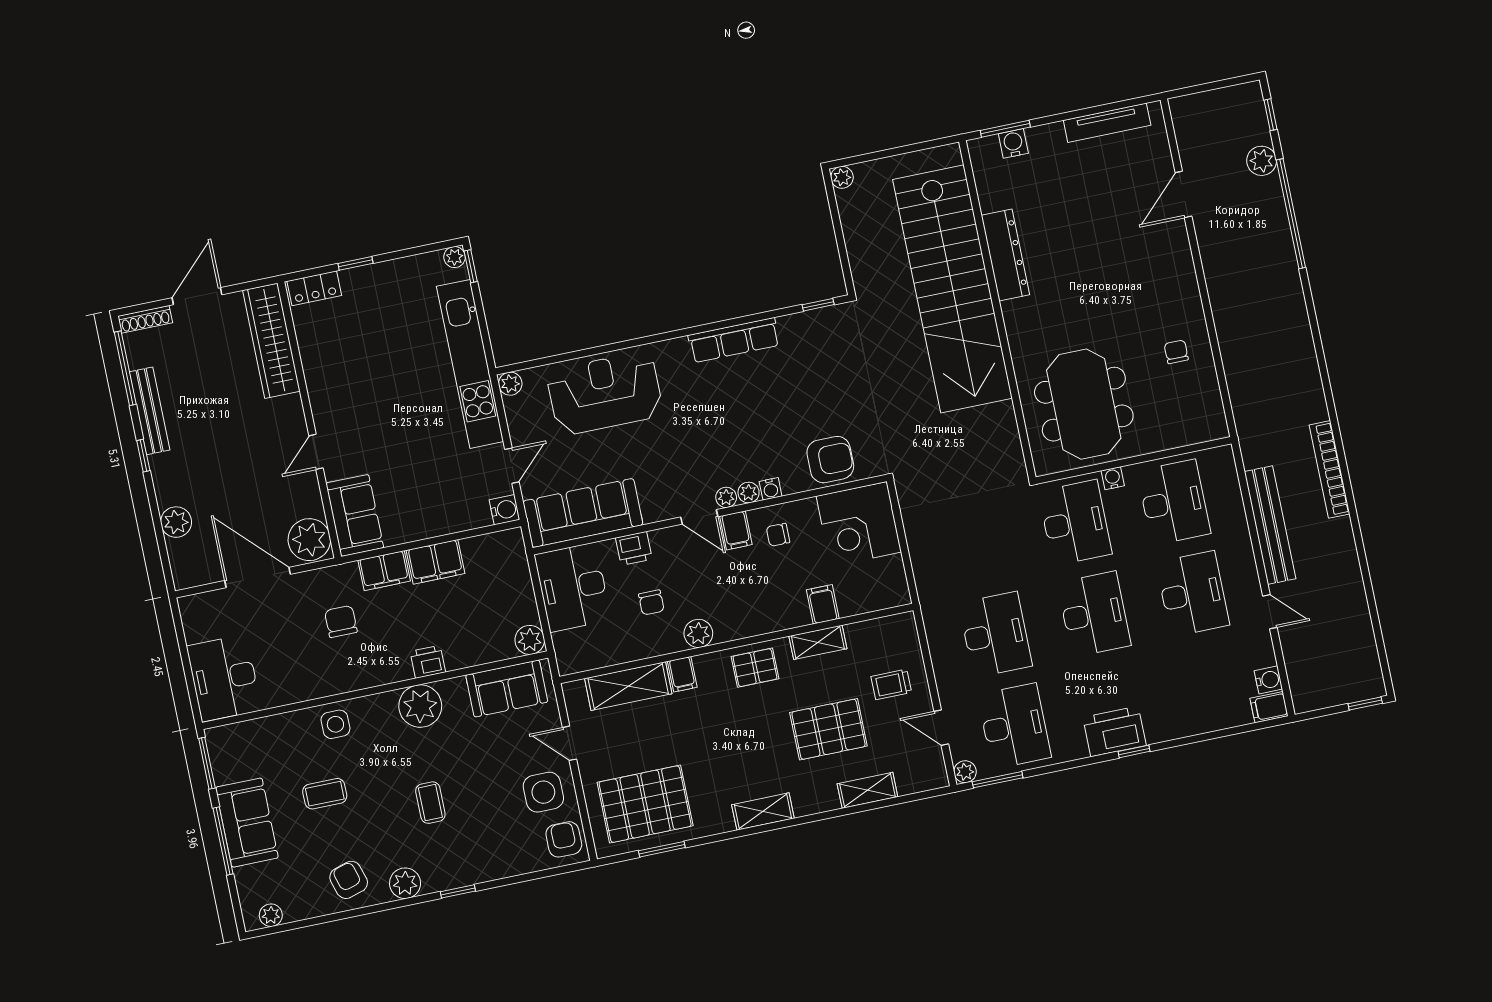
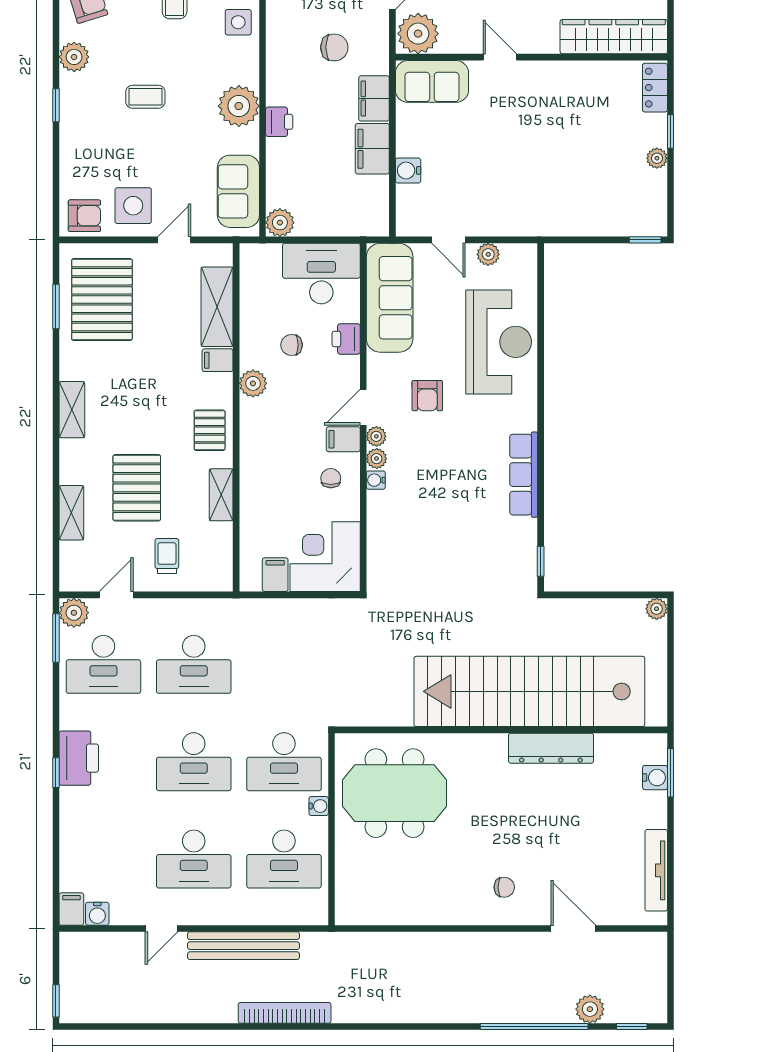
plant: (455, 257) -> (657, 158), moved
chair: (1176, 352) -> (504, 887), moved
kitchen unit: (470, 364) -> (553, 220), removed
plant: (510, 384) -> (488, 254), moved
armchair: (830, 460) -> (427, 396), moved, width x0.72, depth x0.72
water cooler: (504, 510) -> (408, 170), moved, turned 90
filing cabinet: (823, 604) -> (275, 575), moved, turned -90
plant: (965, 772) -> (74, 613), width x1.38, depth x1.38

